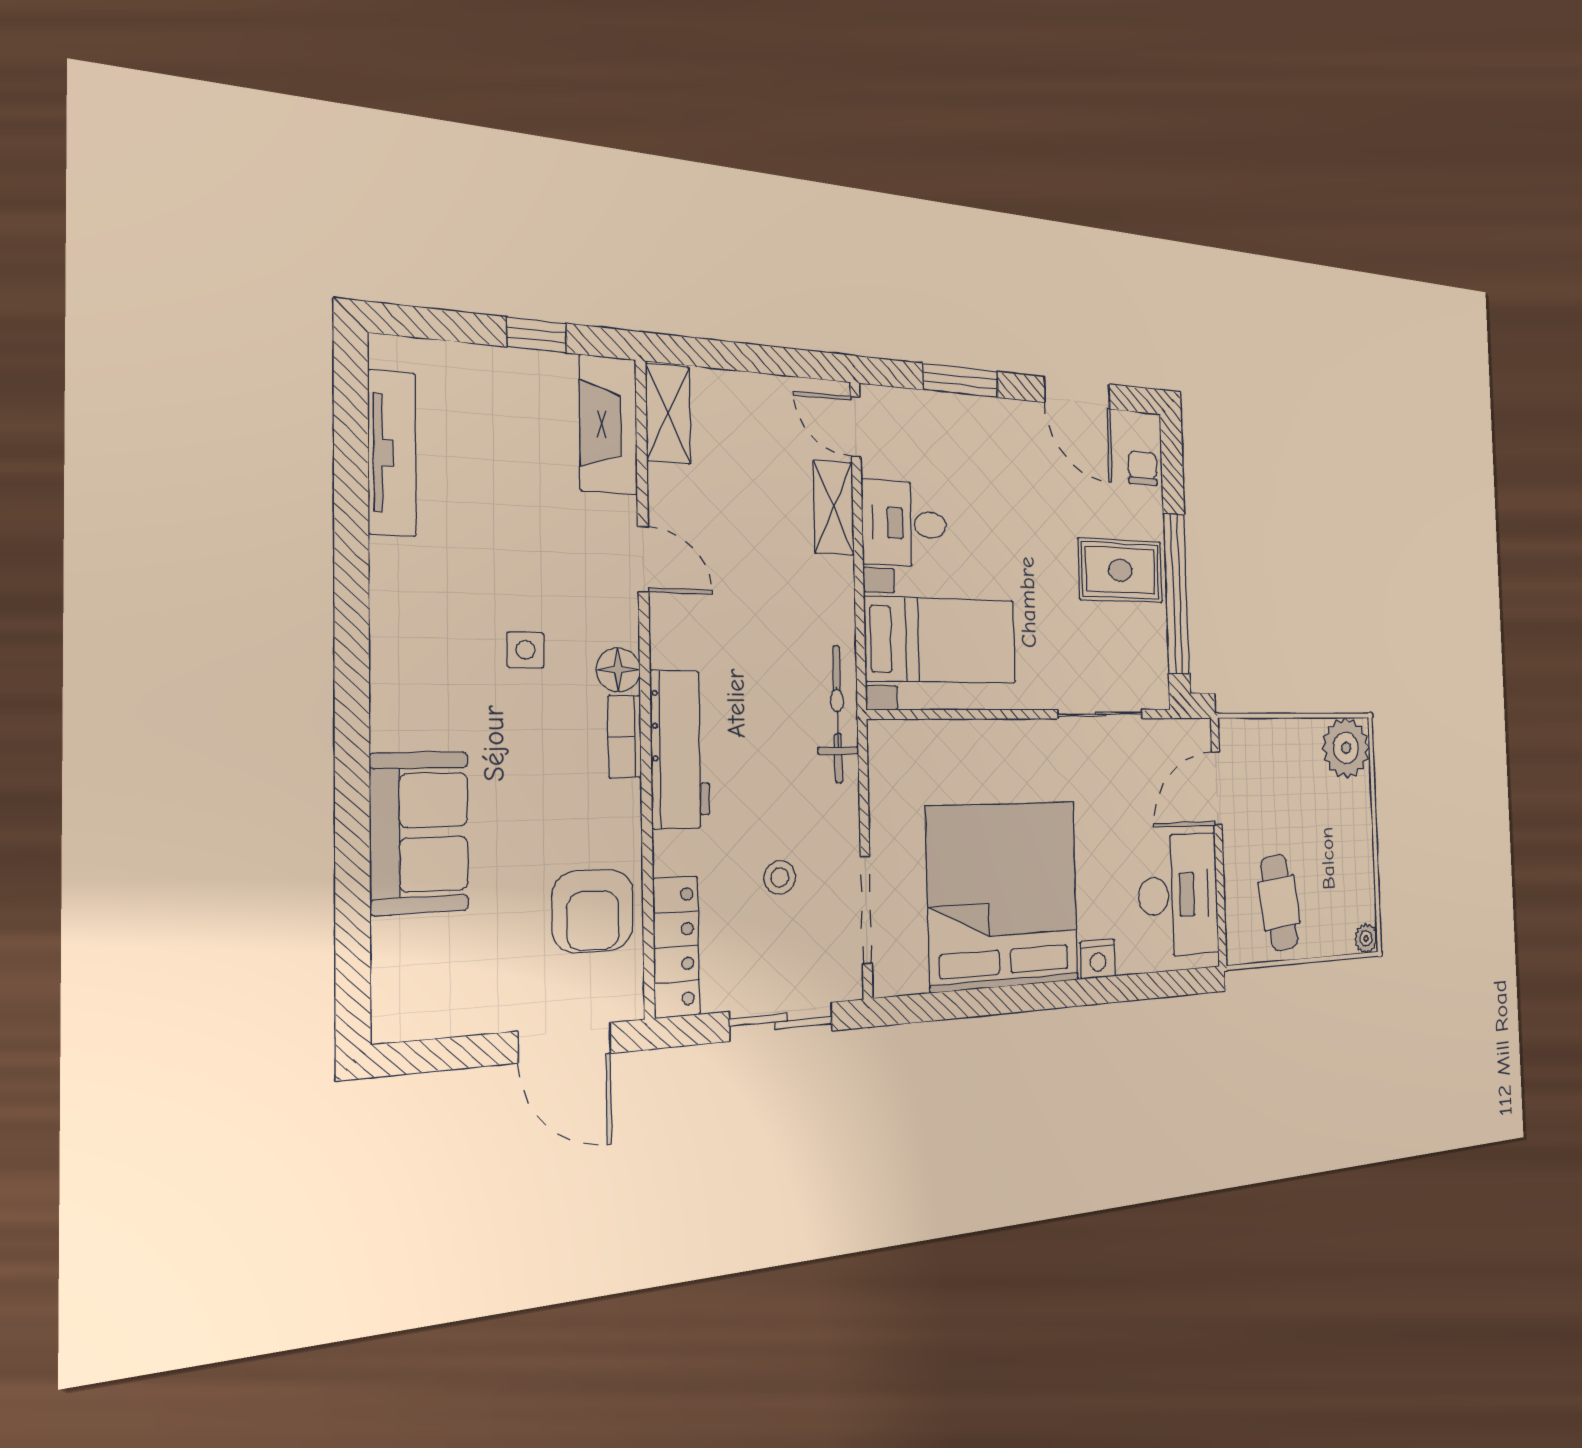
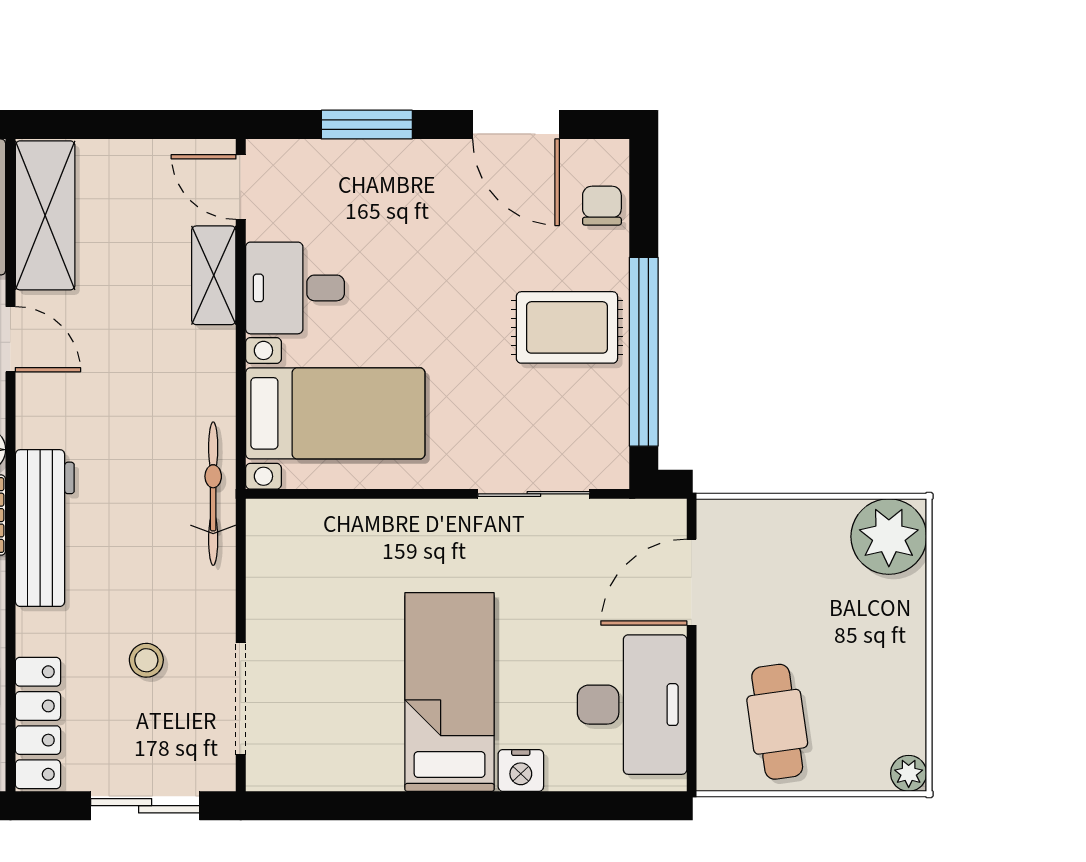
shelving: (668, 414) -> (45, 215), width x1.50, depth x1.33
bed: (1003, 895) -> (450, 692), width x0.49

